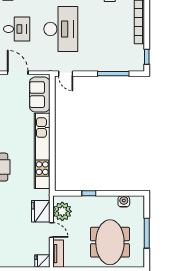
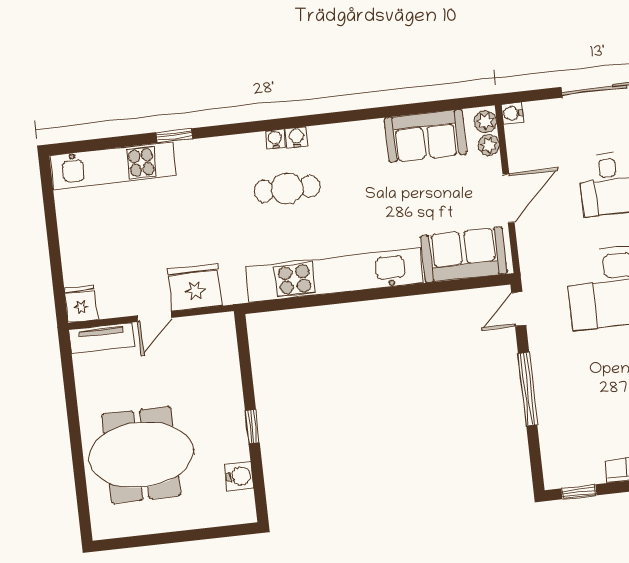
window: (113, 74) -> (528, 389), moved
window: (89, 193) -> (252, 427), moved
plant: (62, 211) -> (200, 337), removed
window: (147, 233) -> (172, 537), removed

